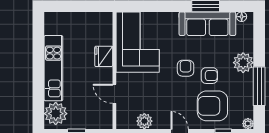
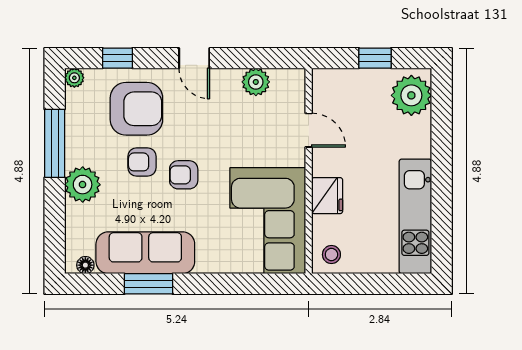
stool: (101, 23) -> (331, 255), added
kitchen unit: (53, 68) -> (415, 216), moved
armchair: (186, 68) -> (184, 175), turned 90

